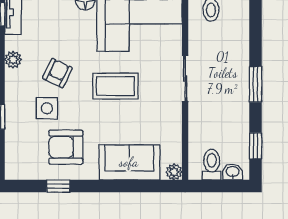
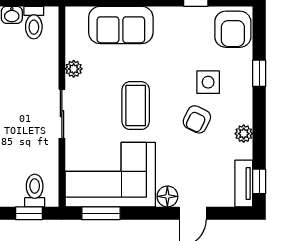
coffee table: (115, 86) -> (136, 106), turned 90
armchair: (66, 147) -> (233, 29), moved, turned 90
plant: (174, 172) -> (74, 69), moved

